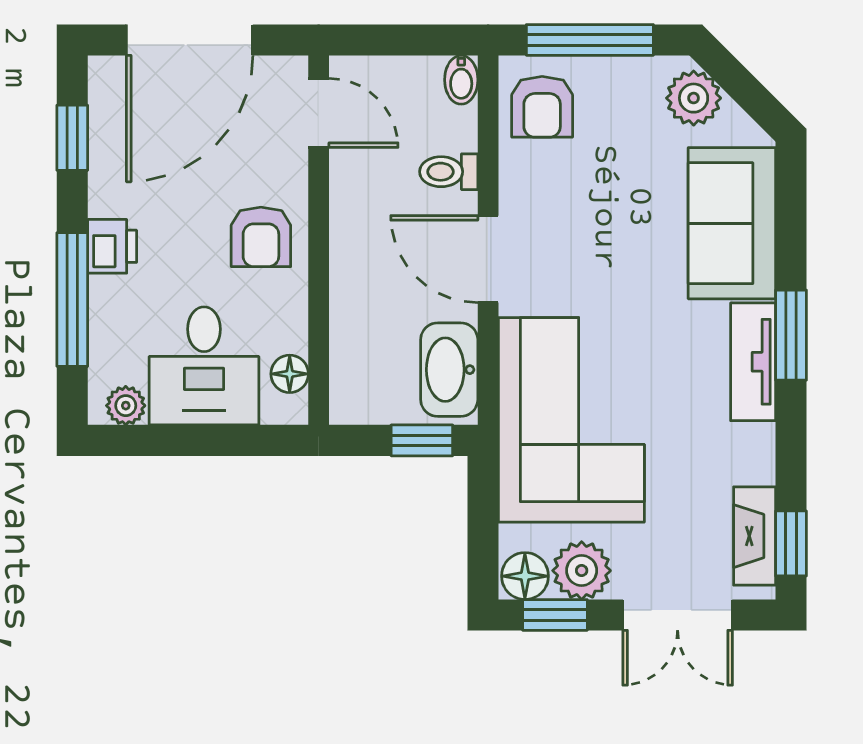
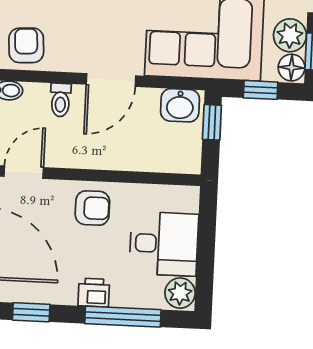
armchair: (542, 107) -> (26, 45), turned -93
washbasin: (449, 370) -> (180, 105), width x0.72
floor lamp: (290, 374) -> (171, 195), removed
plant: (126, 406) -> (180, 293), width x1.38, depth x1.38
window: (483, 523) -> (261, 90), added

